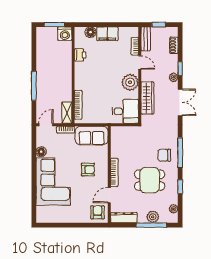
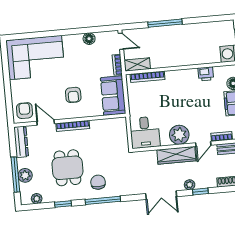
wardrobe: (147, 98) -> (176, 155), moved
corner sofa: (53, 182) -> (35, 58), moved
armchair: (97, 212) -> (25, 111), turned -90

